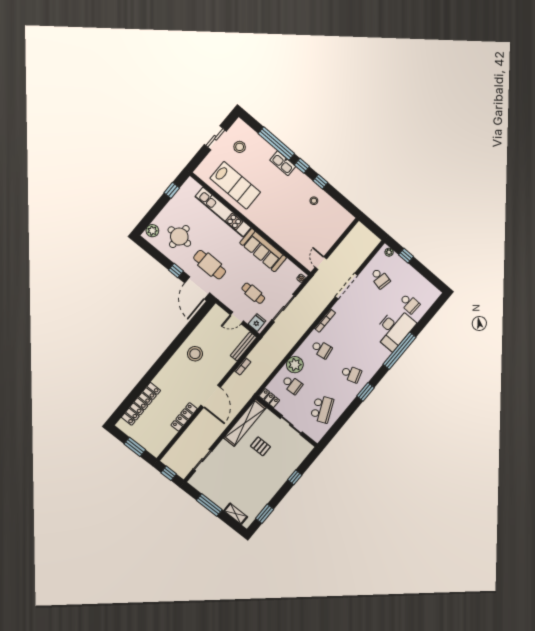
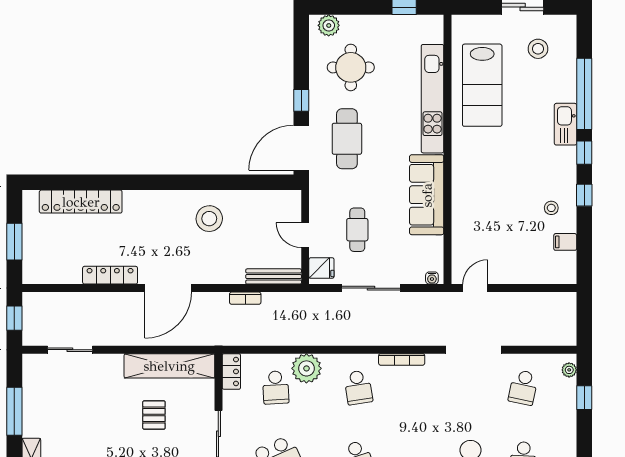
filing cabinet: (334, 207) -> (565, 242), added

